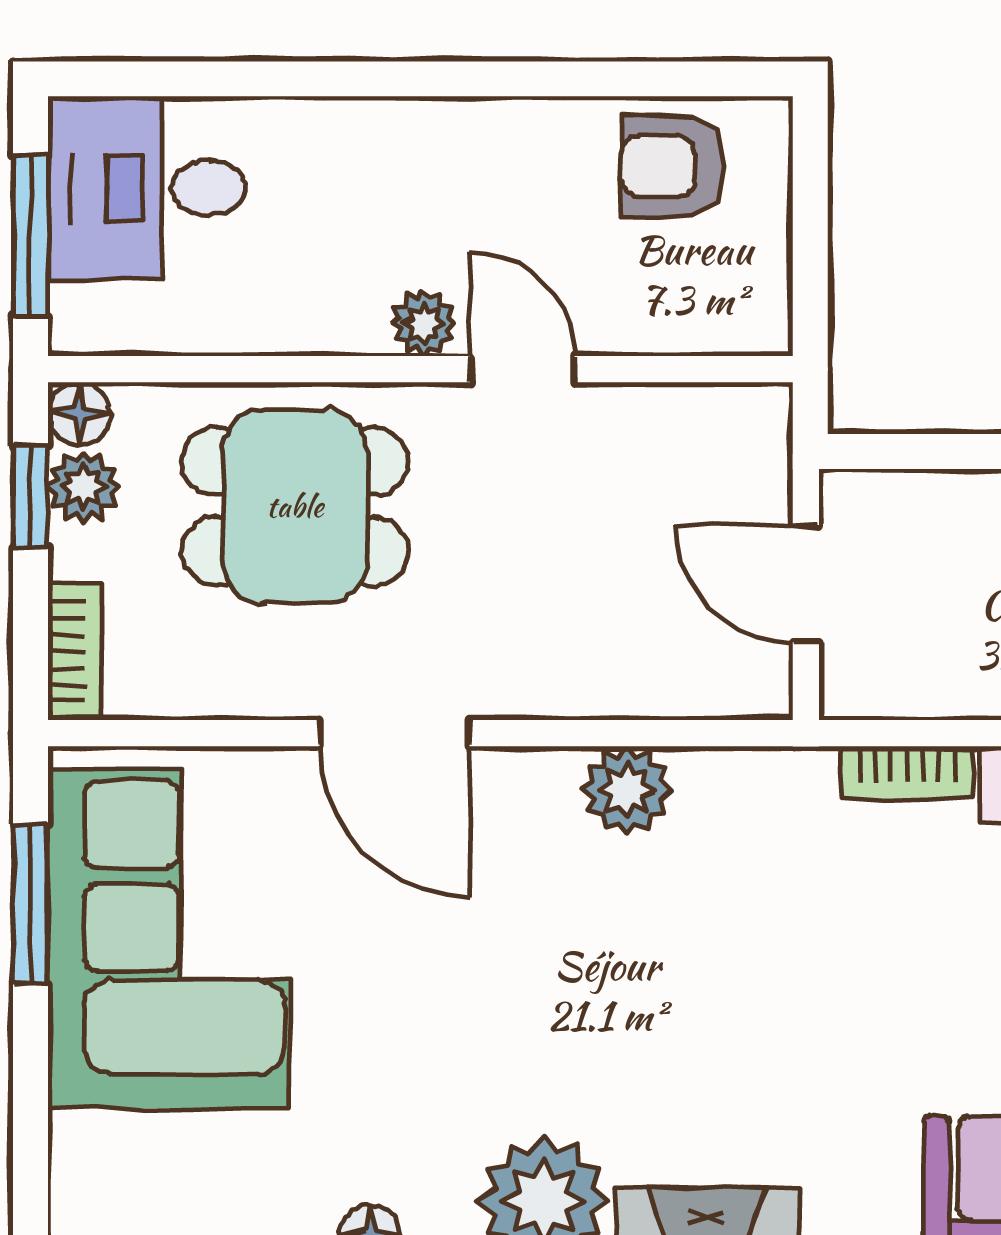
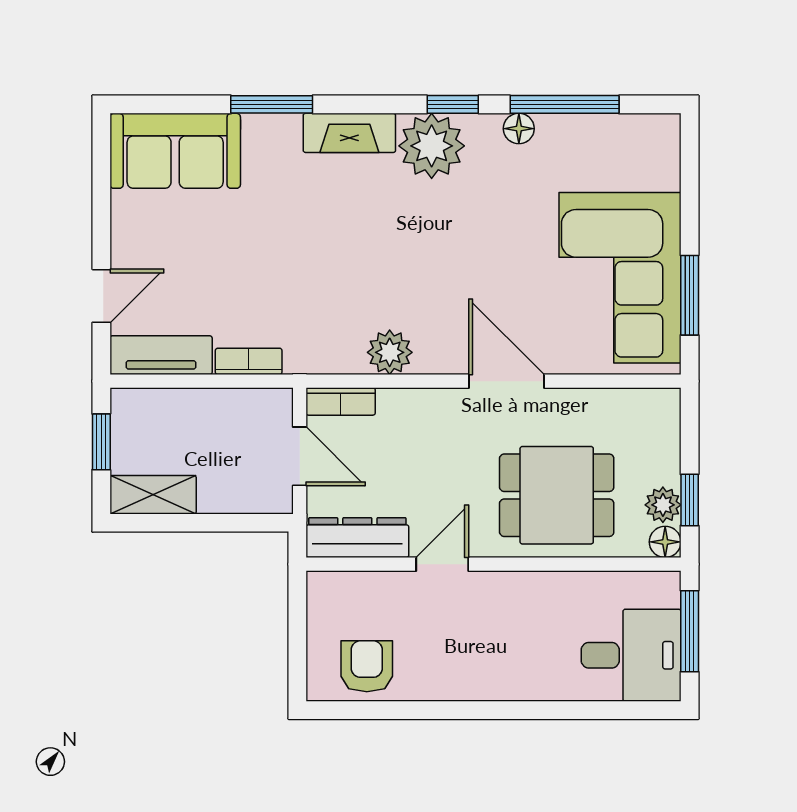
armchair: (672, 166) -> (367, 666), turned -90
plant: (423, 324) -> (492, 587), removed
door: (522, 369) -> (442, 564), swing flipped
dresser: (691, 422) -> (357, 538), added
bookcase: (75, 651) -> (341, 401), moved, turned -90

